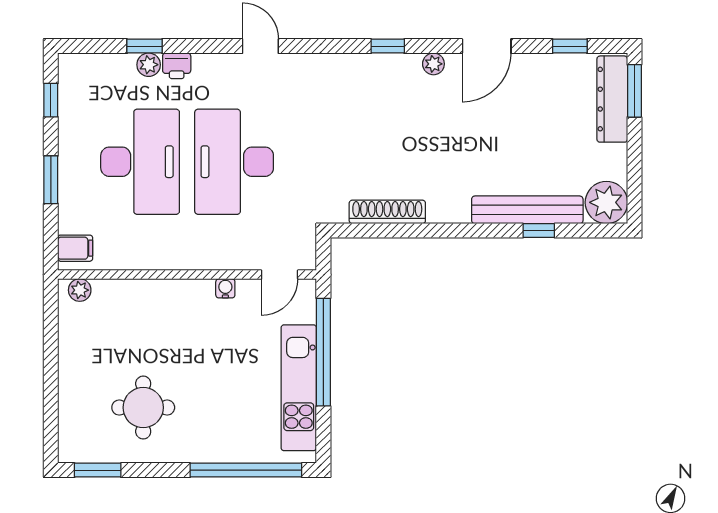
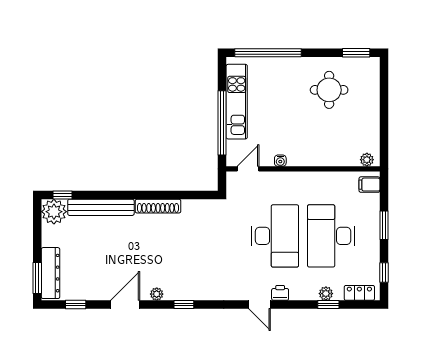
locker: (92, 66) -> (359, 293), added
printer: (177, 66) -> (280, 293), moved
shoe rack: (387, 212) -> (158, 206), moved
window: (539, 231) -> (63, 195), moved

